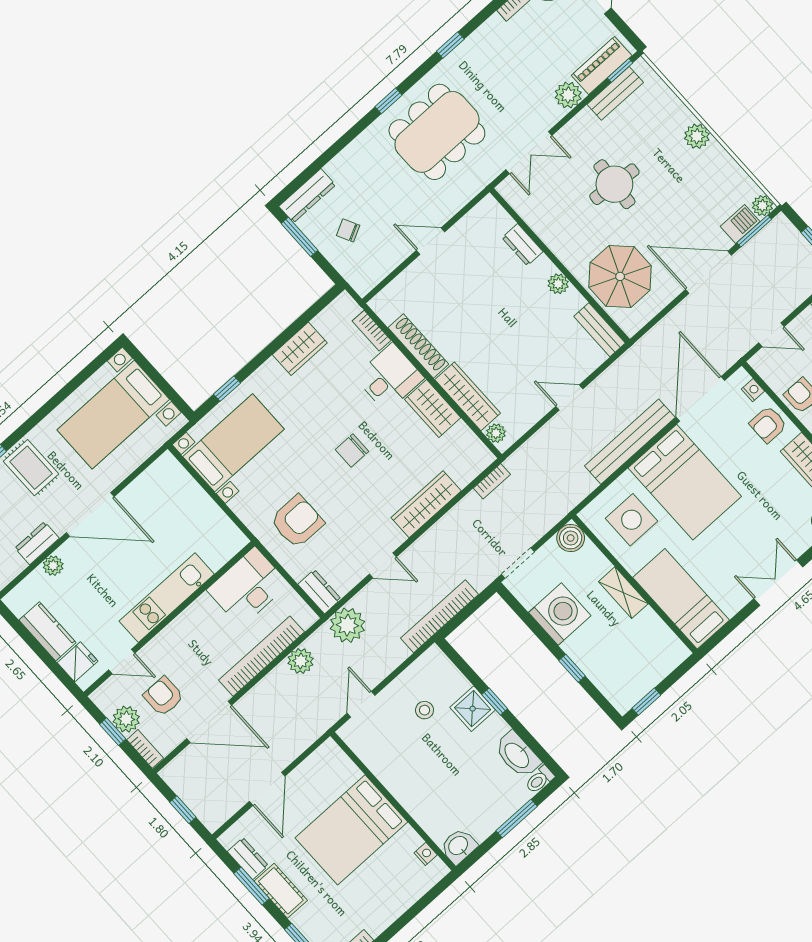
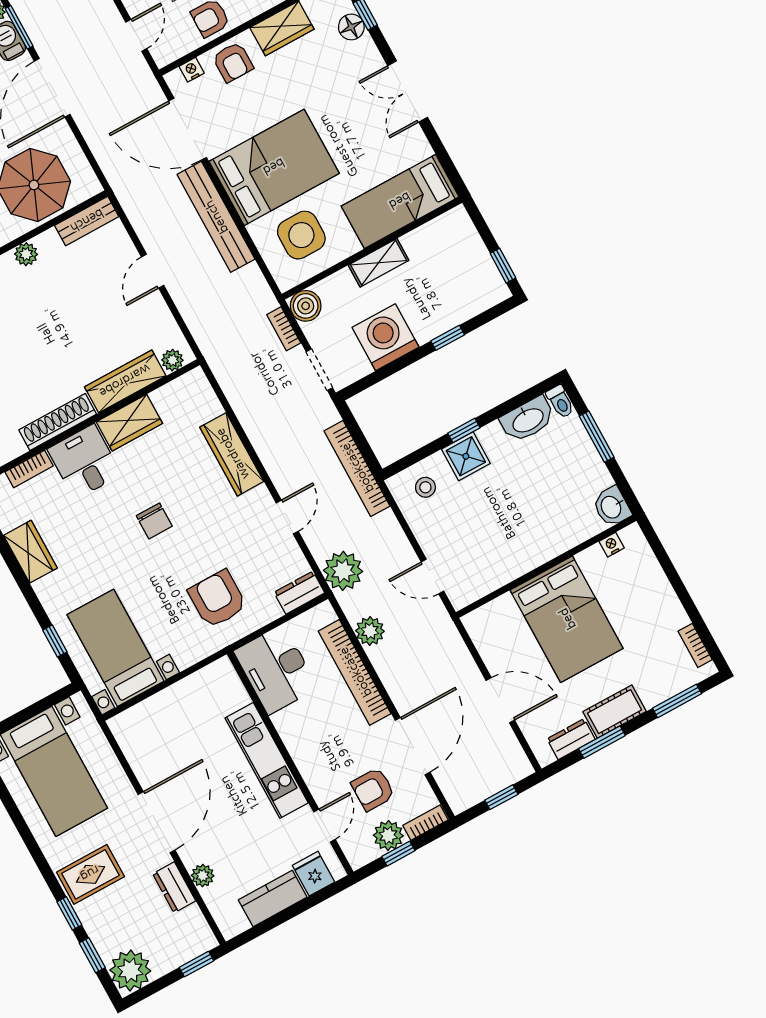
bookcase: (492, 481) -> (284, 329), moved, turned 180
stool: (425, 710) -> (425, 487), moved

